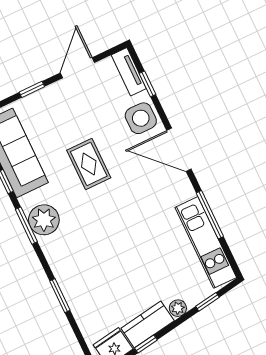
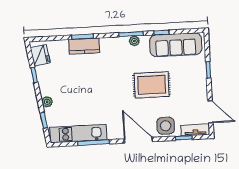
door: (77, 68) -> (210, 112), moved
door: (179, 150) -> (138, 140), hinge flipped
rug: (89, 164) -> (152, 85), width x1.36, depth x1.43
plant: (44, 220) -> (134, 41), width x0.53, depth x0.53
kitchen counter: (148, 325) -> (84, 46), moved, turned 99

